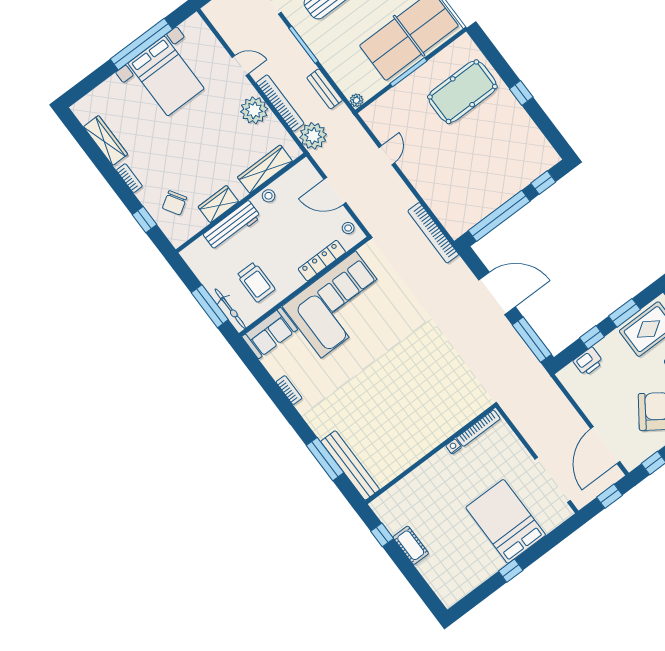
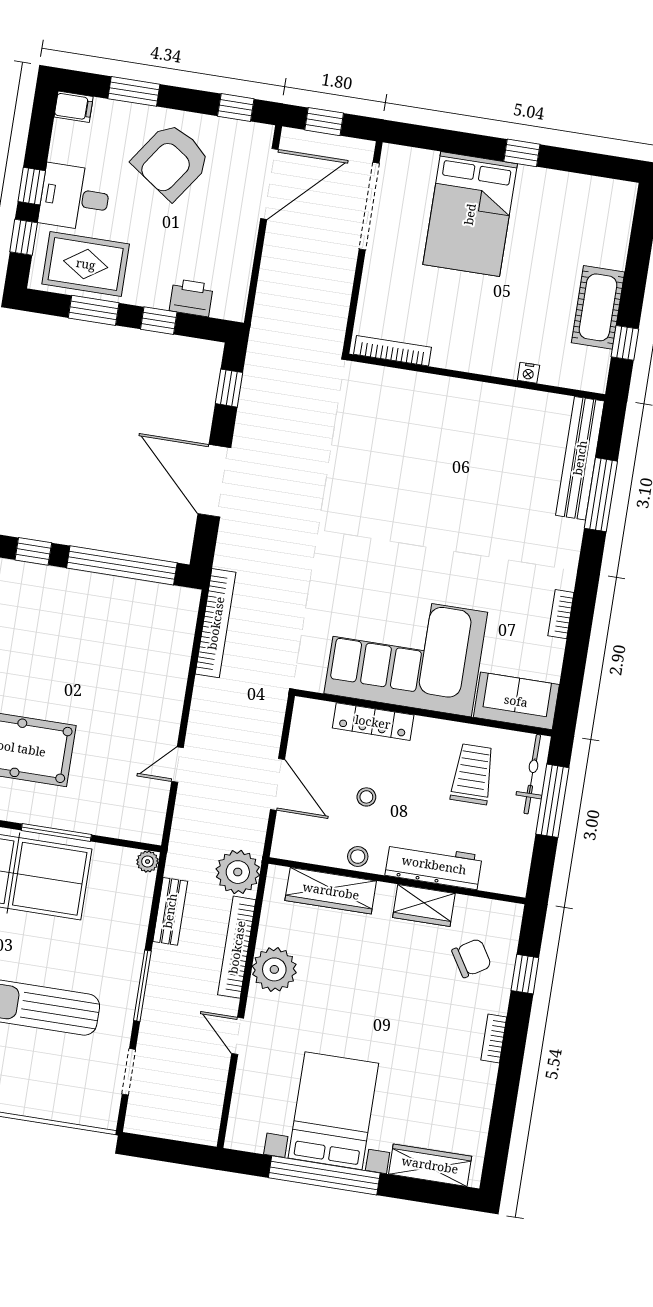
wardrobe: (106, 140) -> (430, 1165), moved, turned 90
stool: (348, 228) -> (366, 797), moved
window: (532, 340) -> (229, 388), width x0.46
nightstand: (454, 447) -> (528, 373), moved
cot: (411, 545) -> (598, 307), width x1.37, depth x1.34

